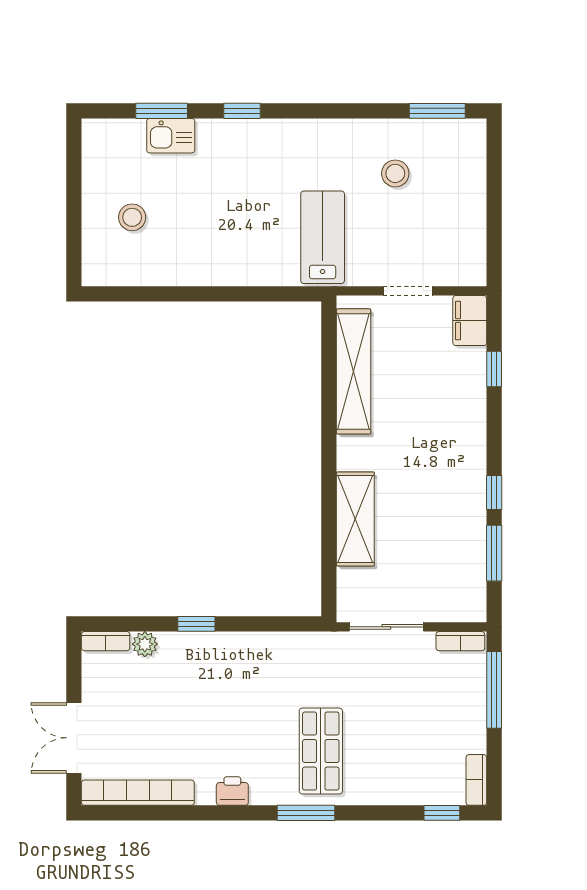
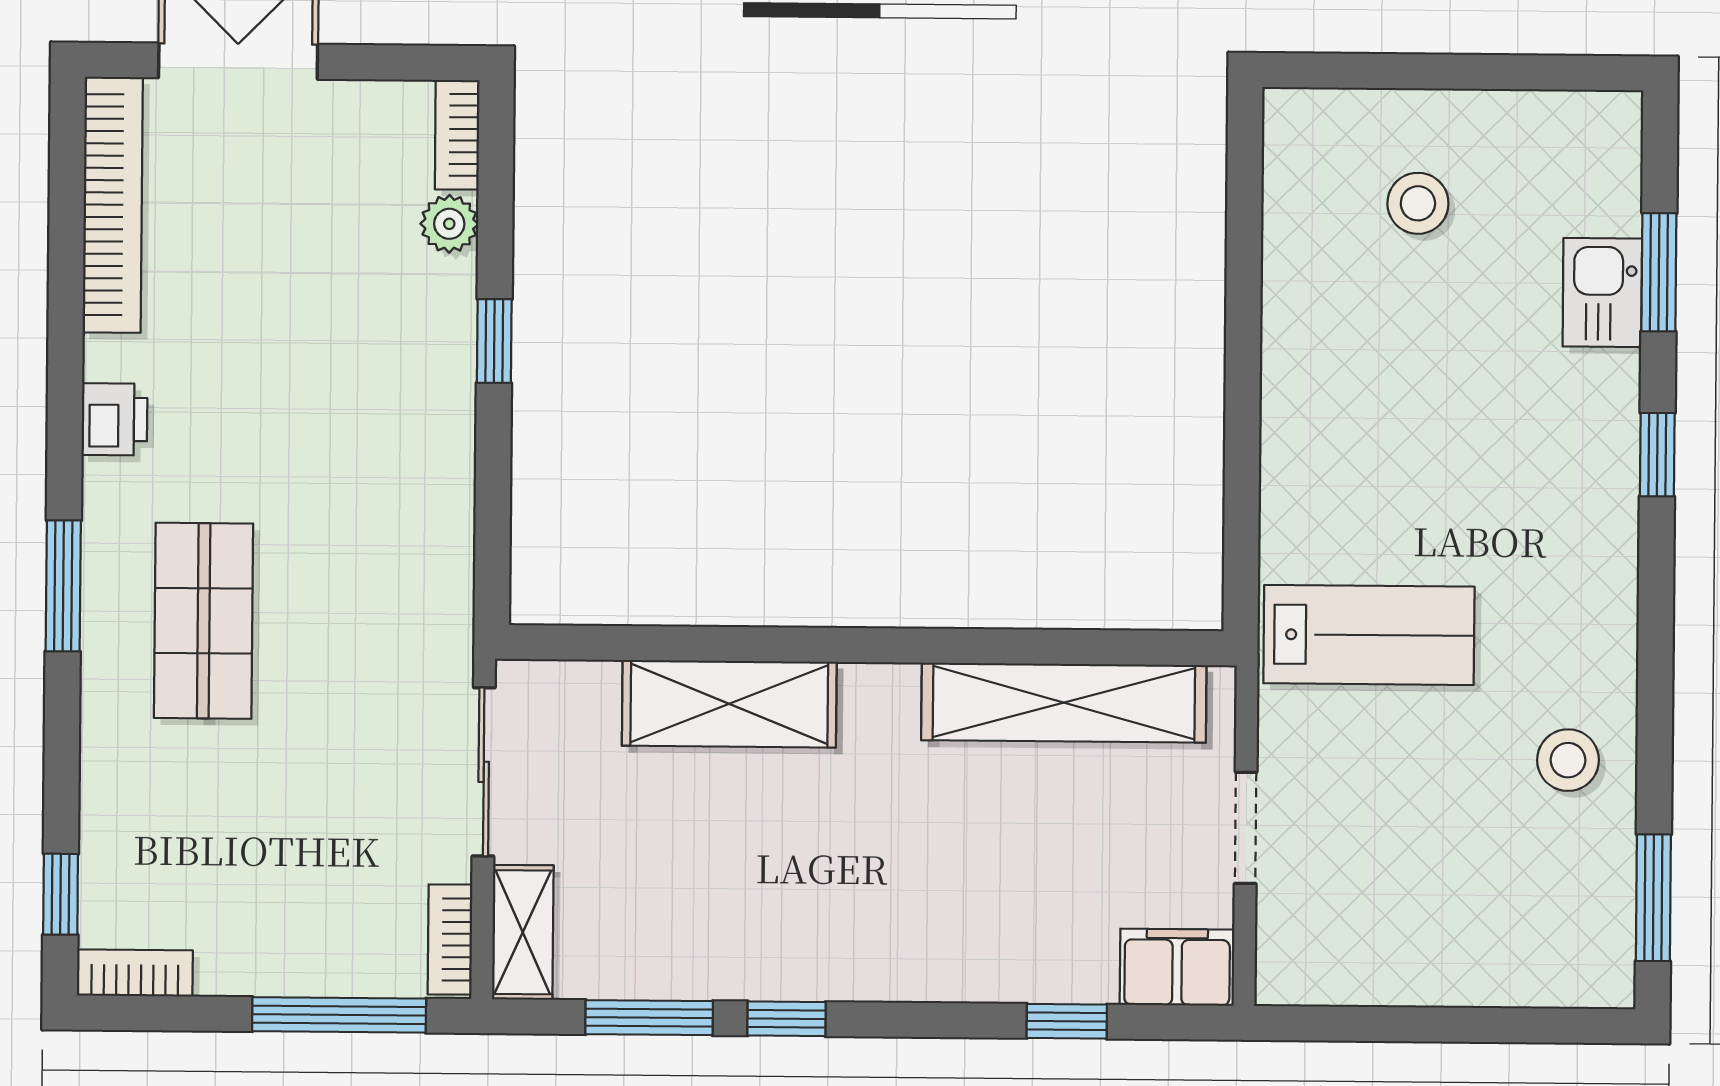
stool: (395, 173) -> (1568, 760), moved
shelving: (457, 609) -> (523, 932), added
shop shelf: (321, 751) -> (204, 621), turned 90

